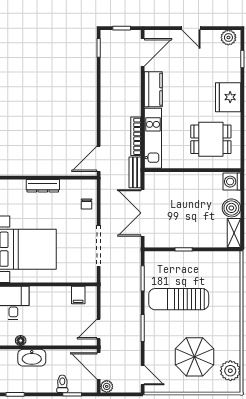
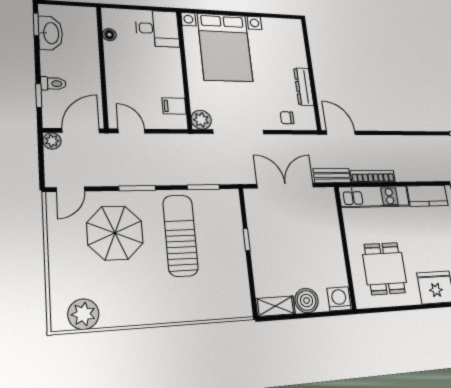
dresser: (43, 186) -> (304, 87), moved
plant: (89, 275) -> (201, 120), added
parasol: (194, 357) -> (115, 233), moved
washbasin: (32, 358) -> (51, 33), moved, turned 180

